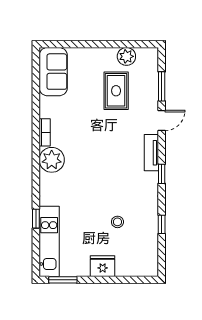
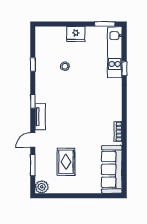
plant: (126, 56) -> (42, 187), moved
sofa: (53, 72) -> (112, 169), width x1.36
plant: (52, 160) -> (113, 111), removed

